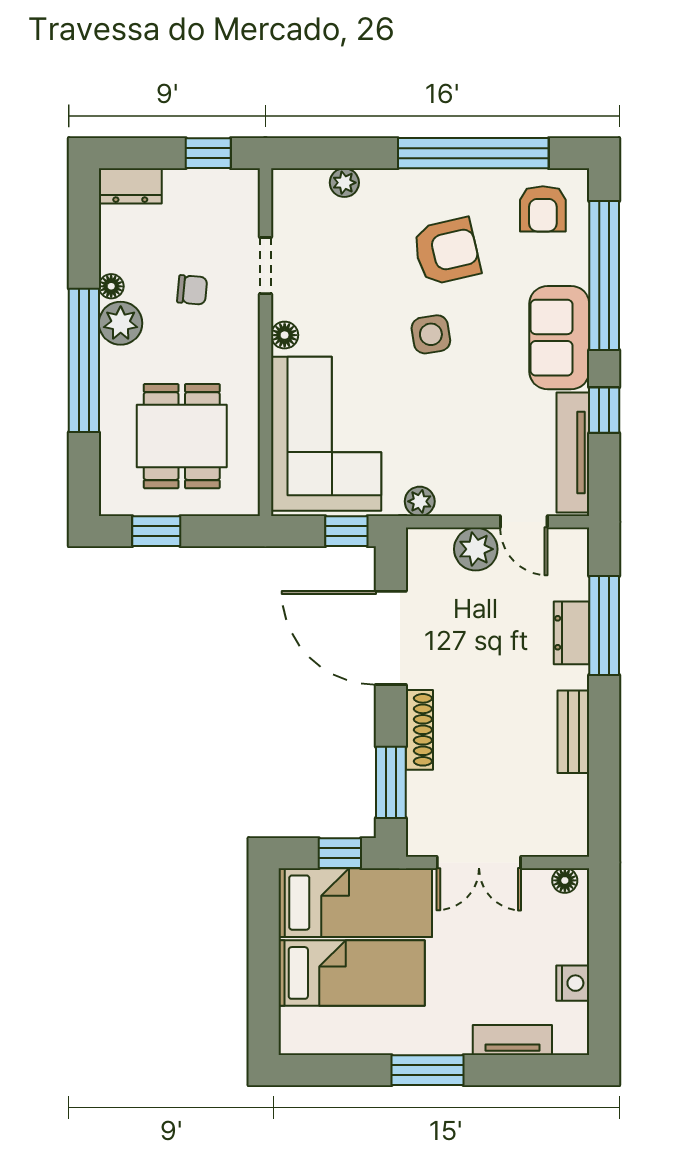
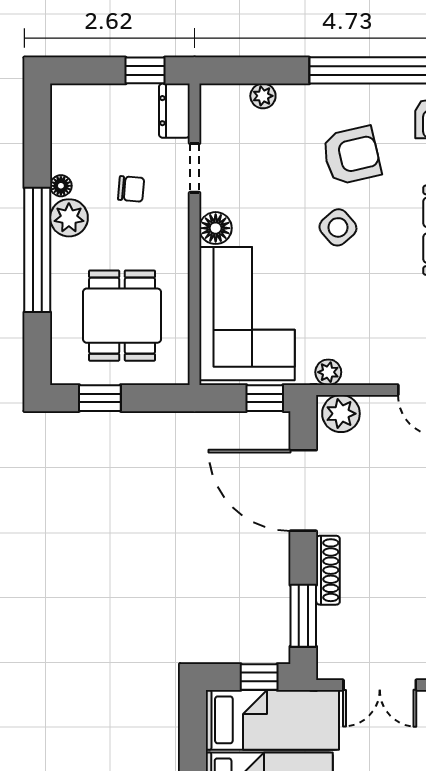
dresser: (130, 186) -> (174, 111), moved, turned 90
side table: (431, 334) -> (338, 227), turned -32
floor lamp: (285, 335) -> (216, 228), width x1.37, depth x1.37
plant: (476, 549) -> (341, 414), moved

